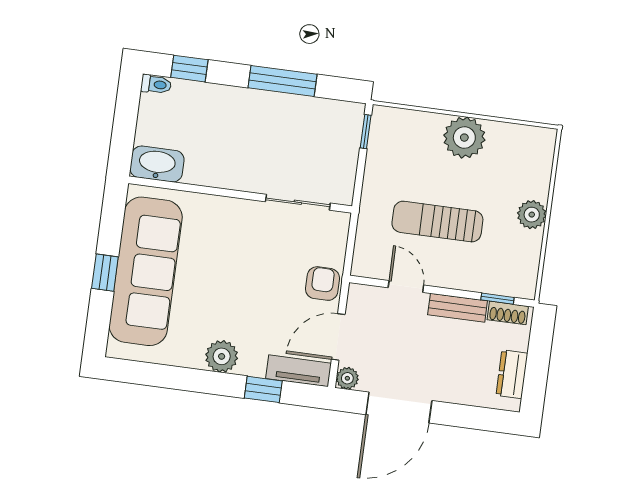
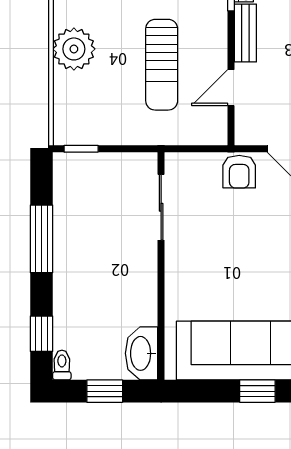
window: (125, 123) -> (105, 391), added
armchair: (323, 284) -> (239, 172), turned -90

